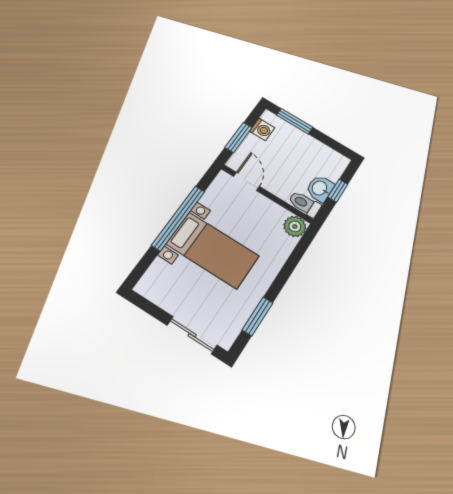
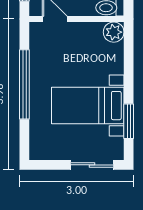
bed with nightstands: (213, 250) -> (88, 106), moved, turned 180

